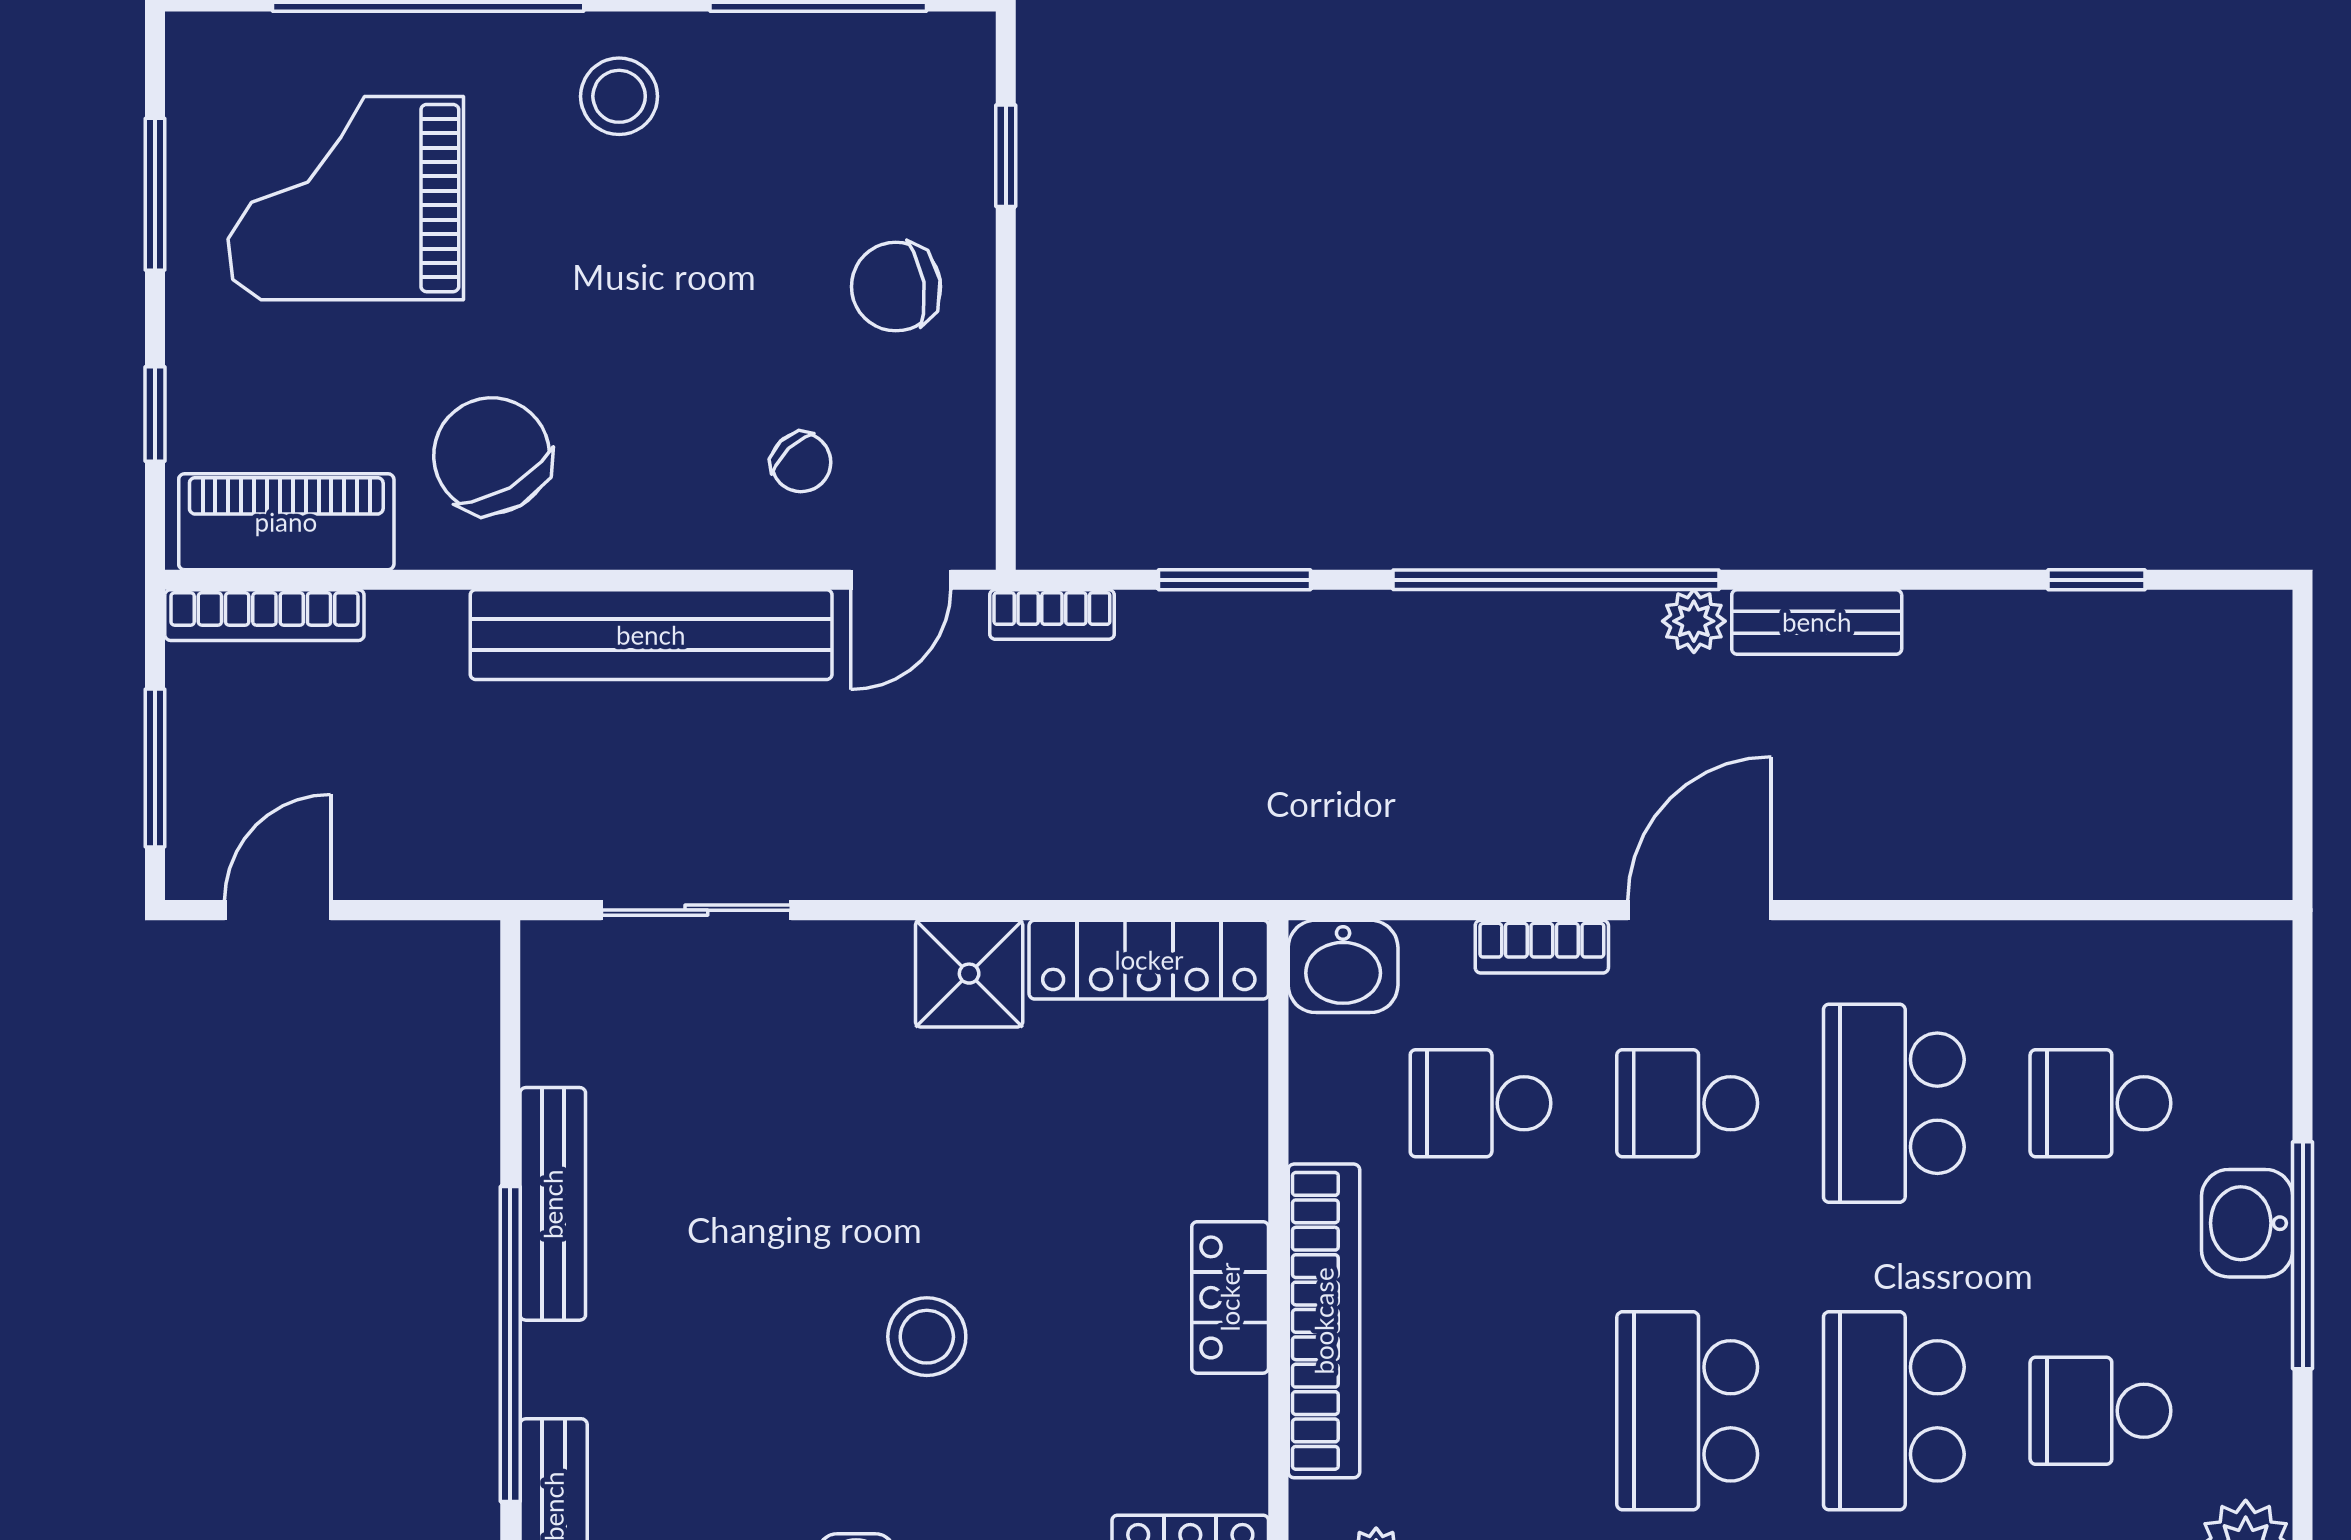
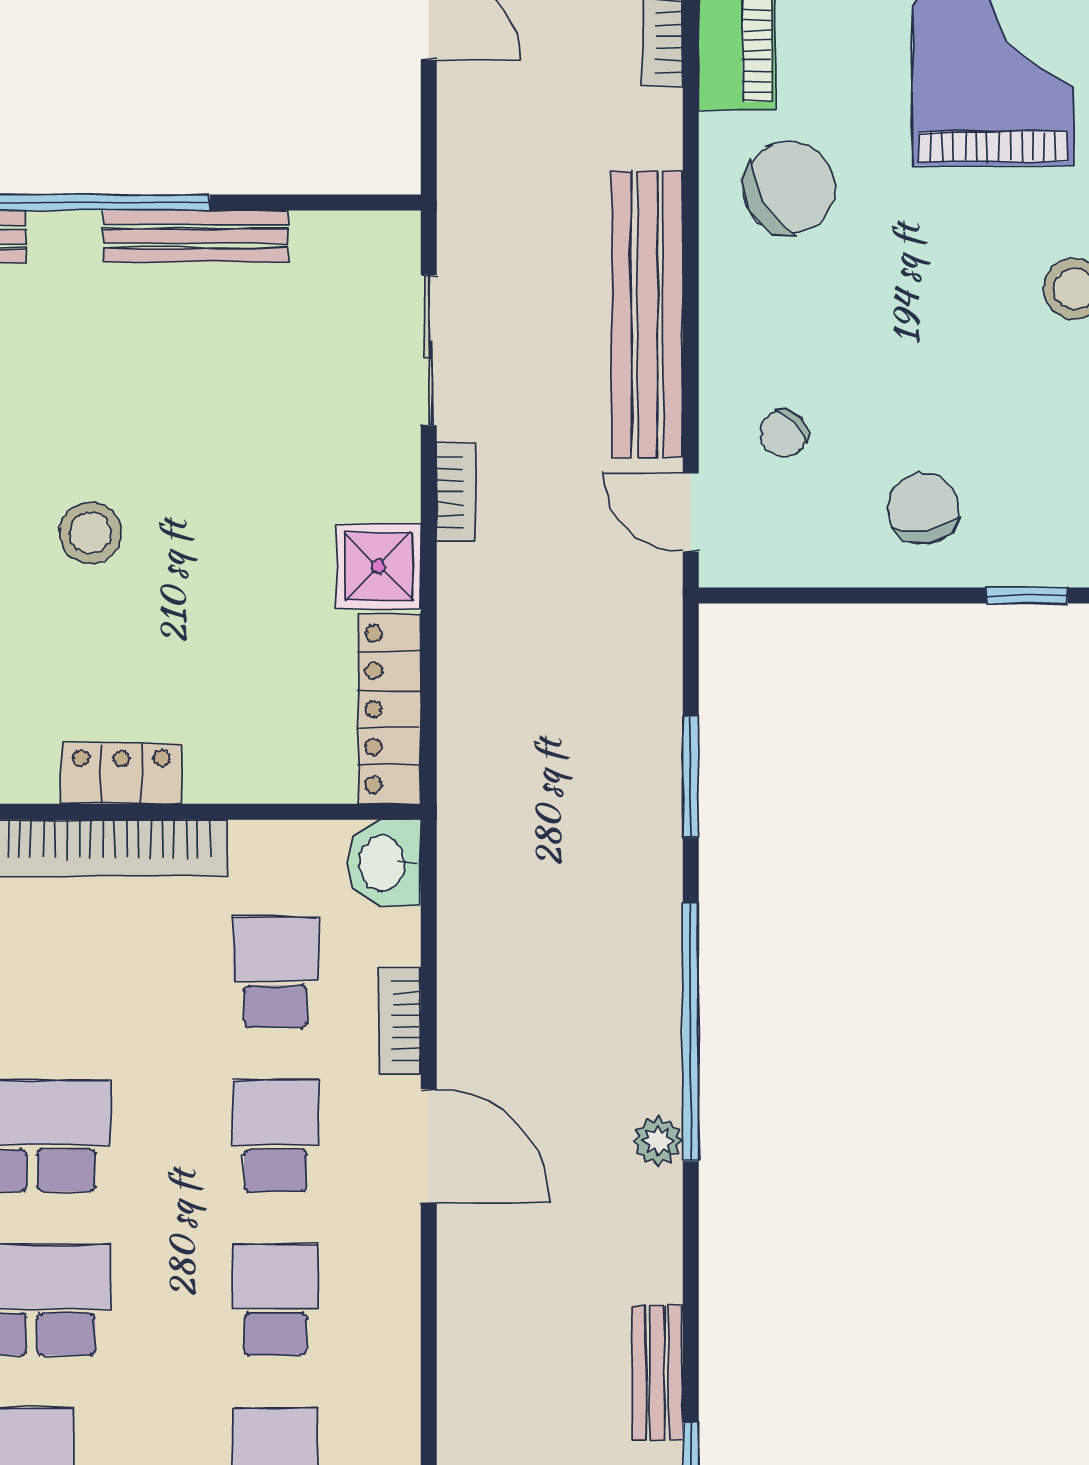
bookcase: (1052, 614) -> (456, 492), moved, turned 180
bench: (1817, 622) -> (657, 1373), moved
school desk: (1894, 1103) -> (276, 1300), width x0.54

